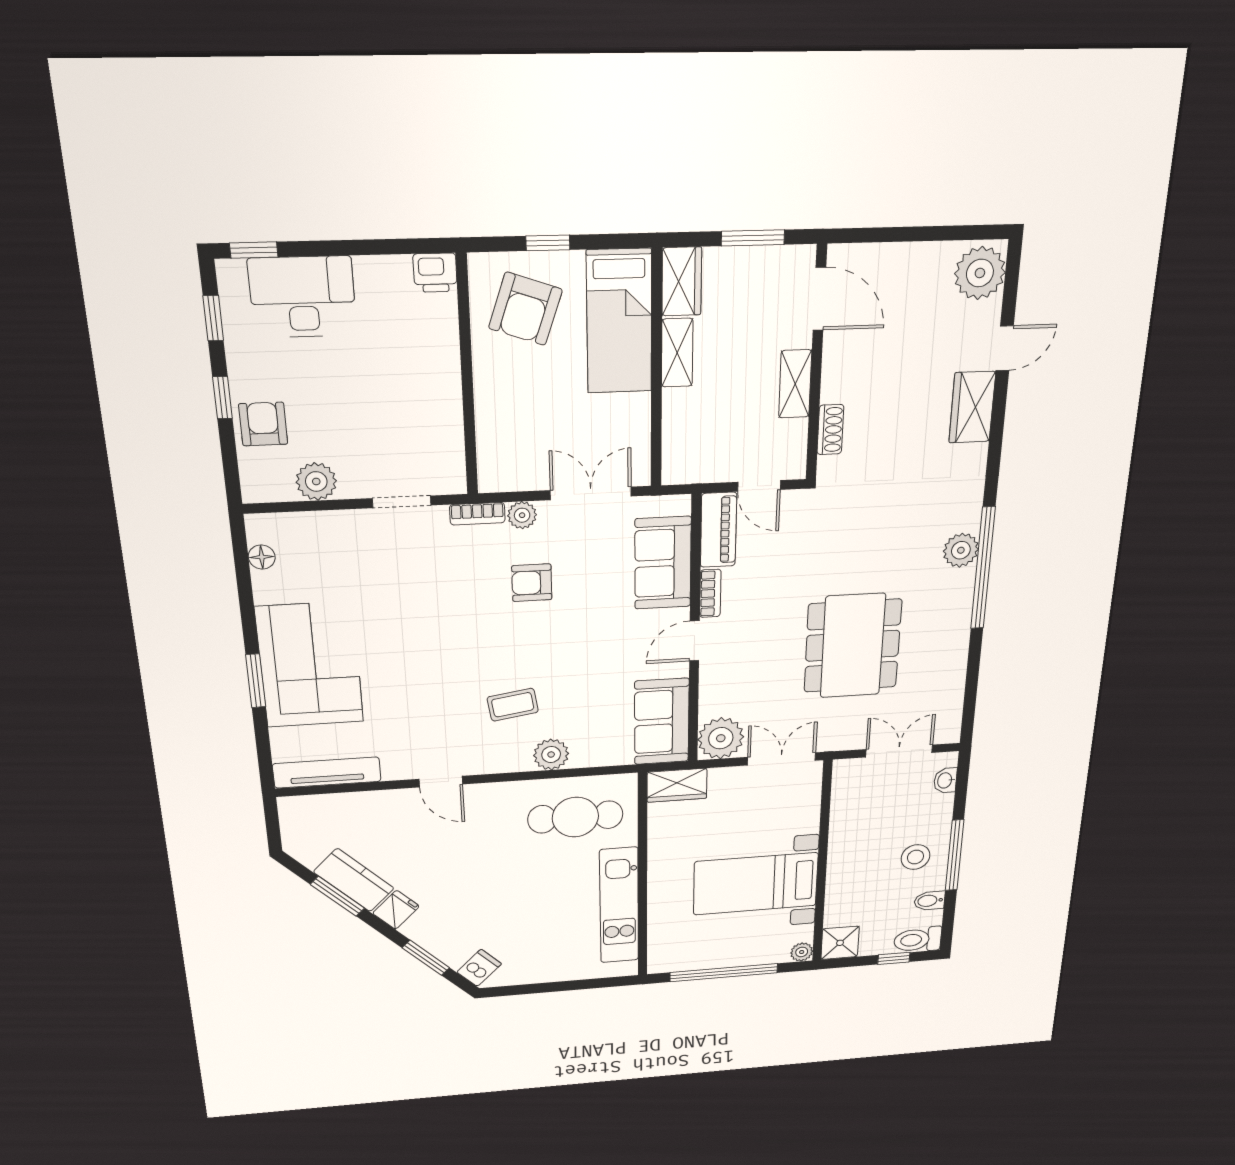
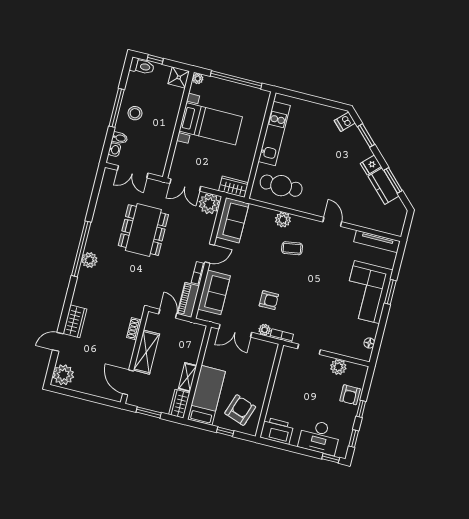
printer: (435, 273) -> (277, 431), width x1.87, depth x1.48
shelving: (795, 384) -> (146, 352), width x1.50, depth x1.33
bidet: (930, 901) -> (120, 138), moved

